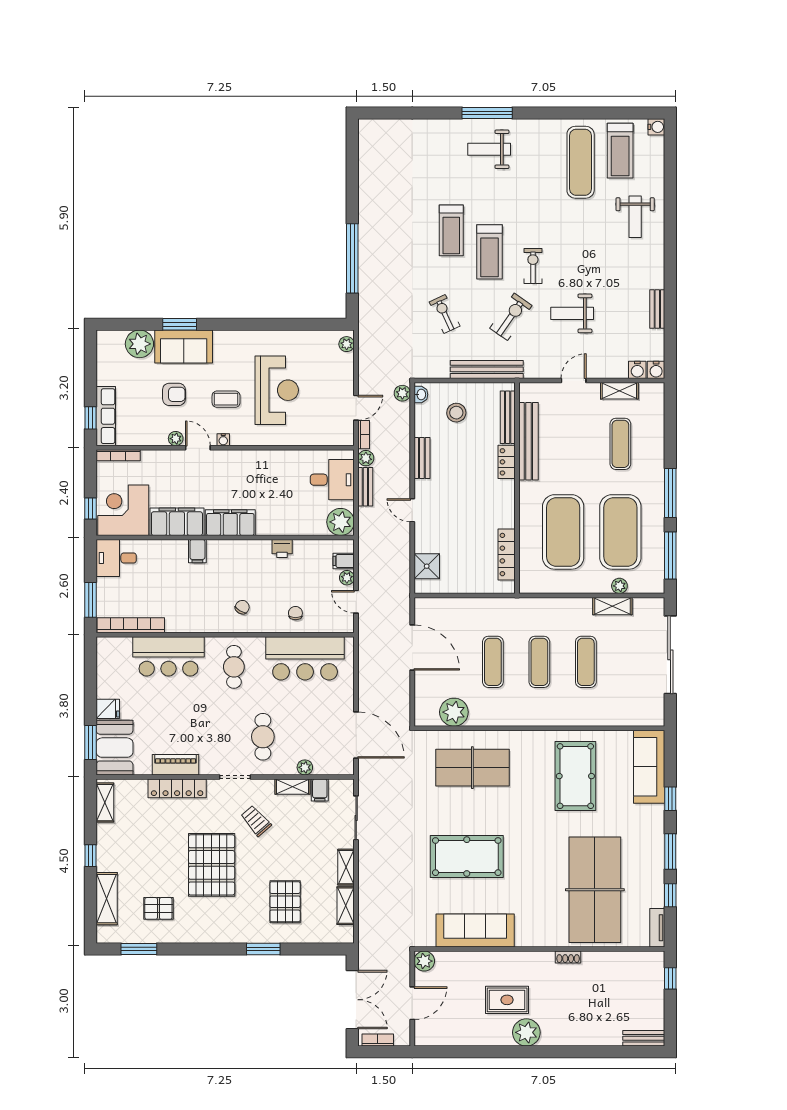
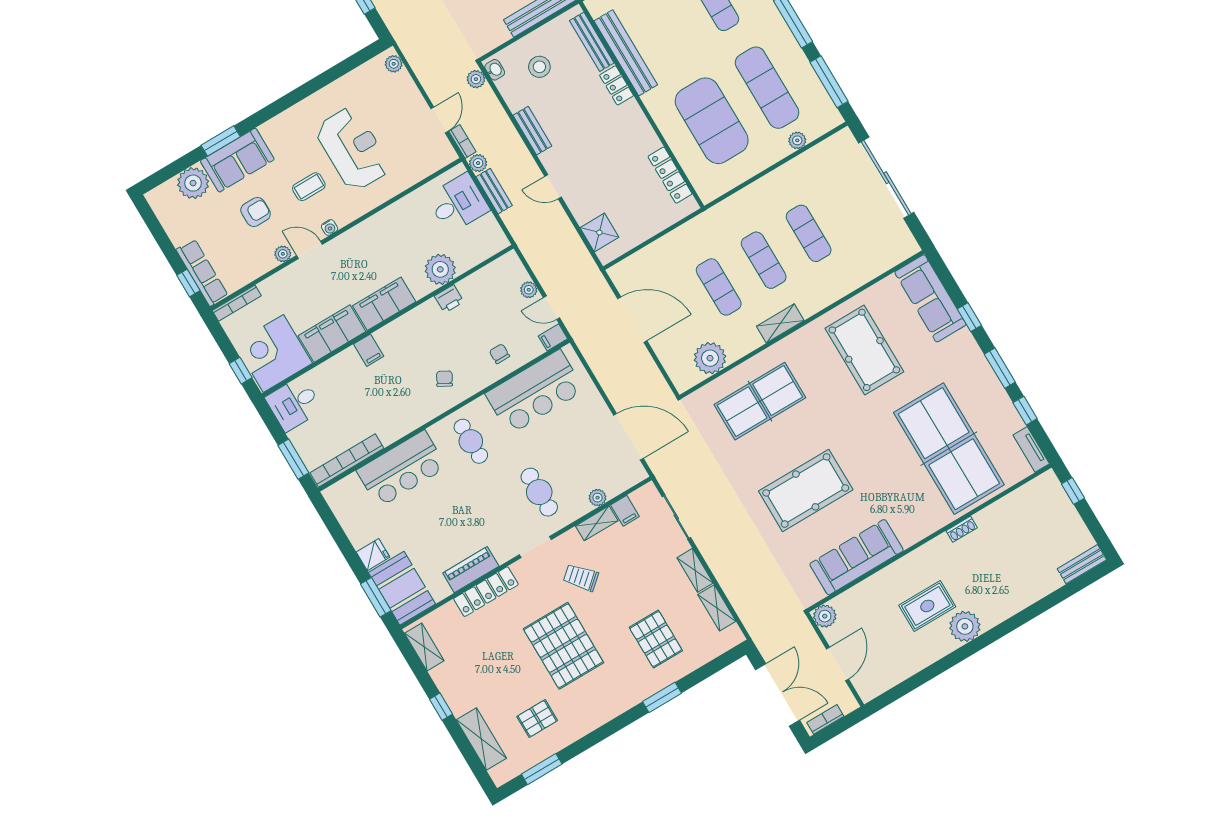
plant: (341, 522) -> (440, 269), moved
exercise mat: (620, 532) -> (767, 88), width x0.68
filing cabinet: (344, 561) -> (553, 337), moved
shelving: (612, 606) -> (780, 323), moved

